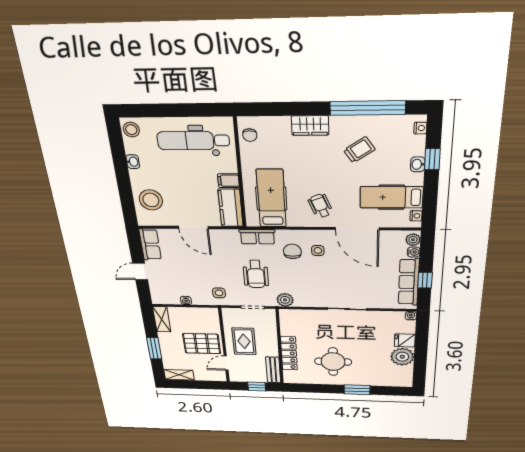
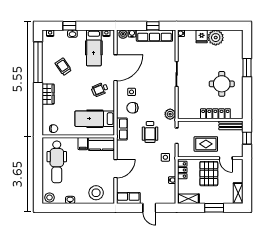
wheelchair: (256, 274) -> (150, 132), turned 90
locker: (203, 313) -> (182, 170), added

